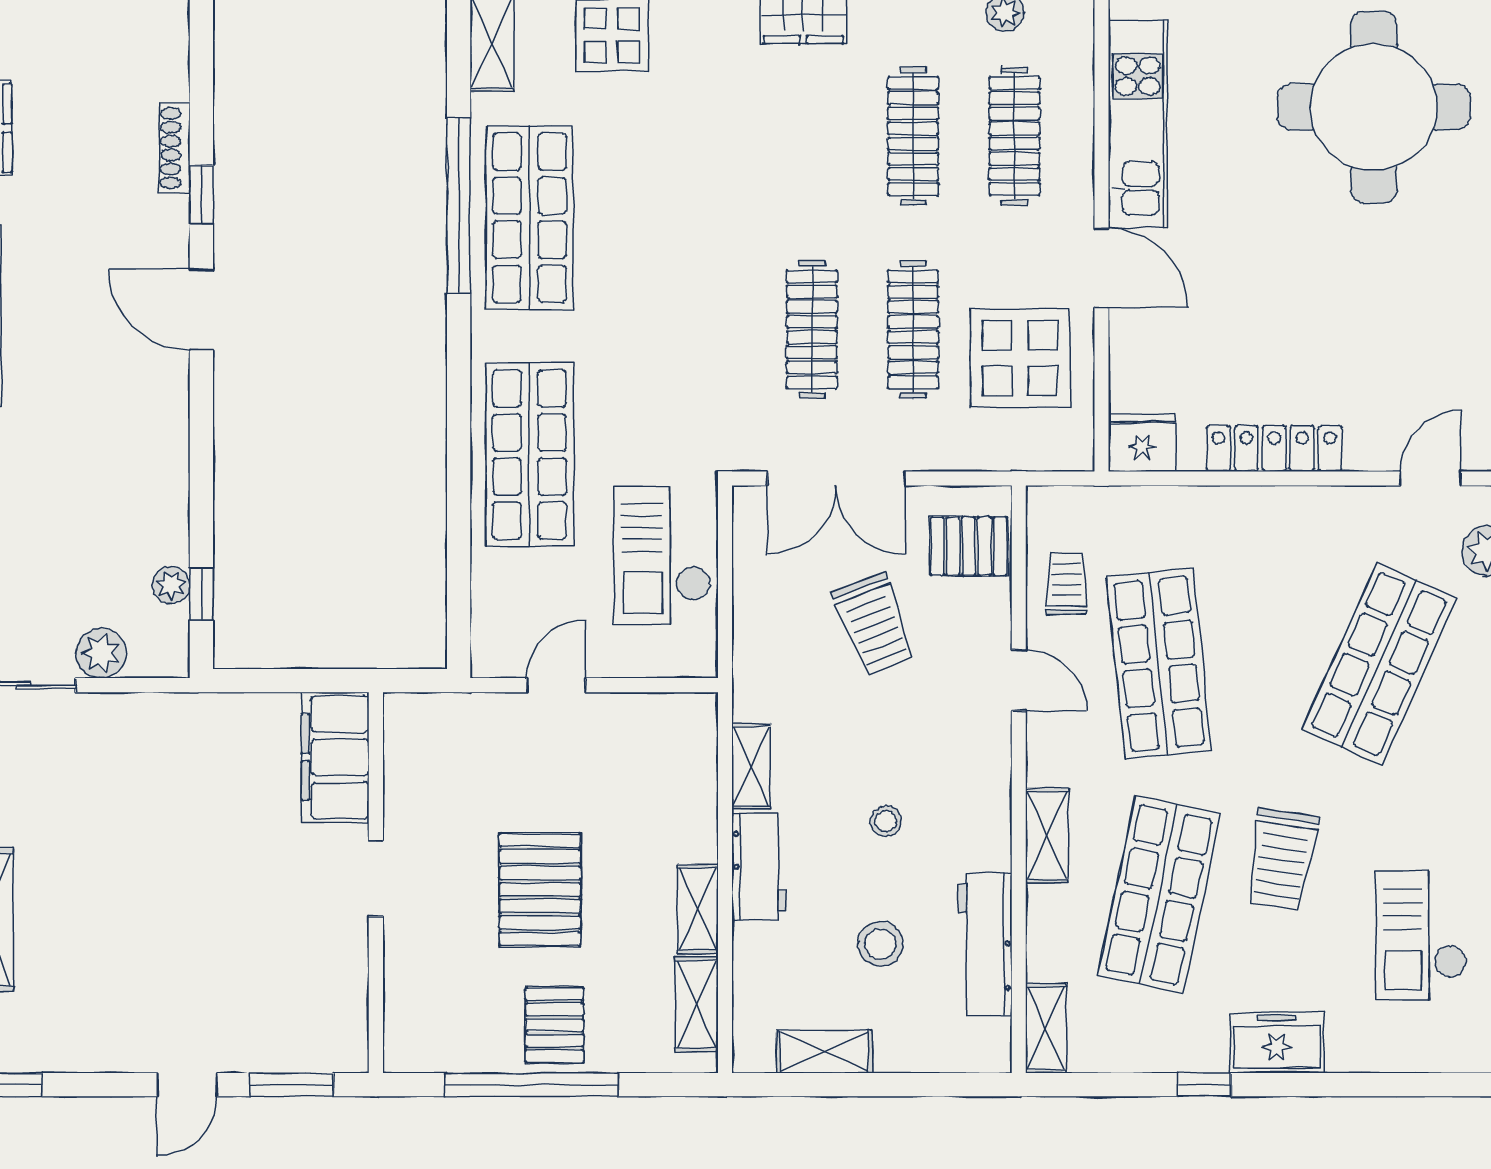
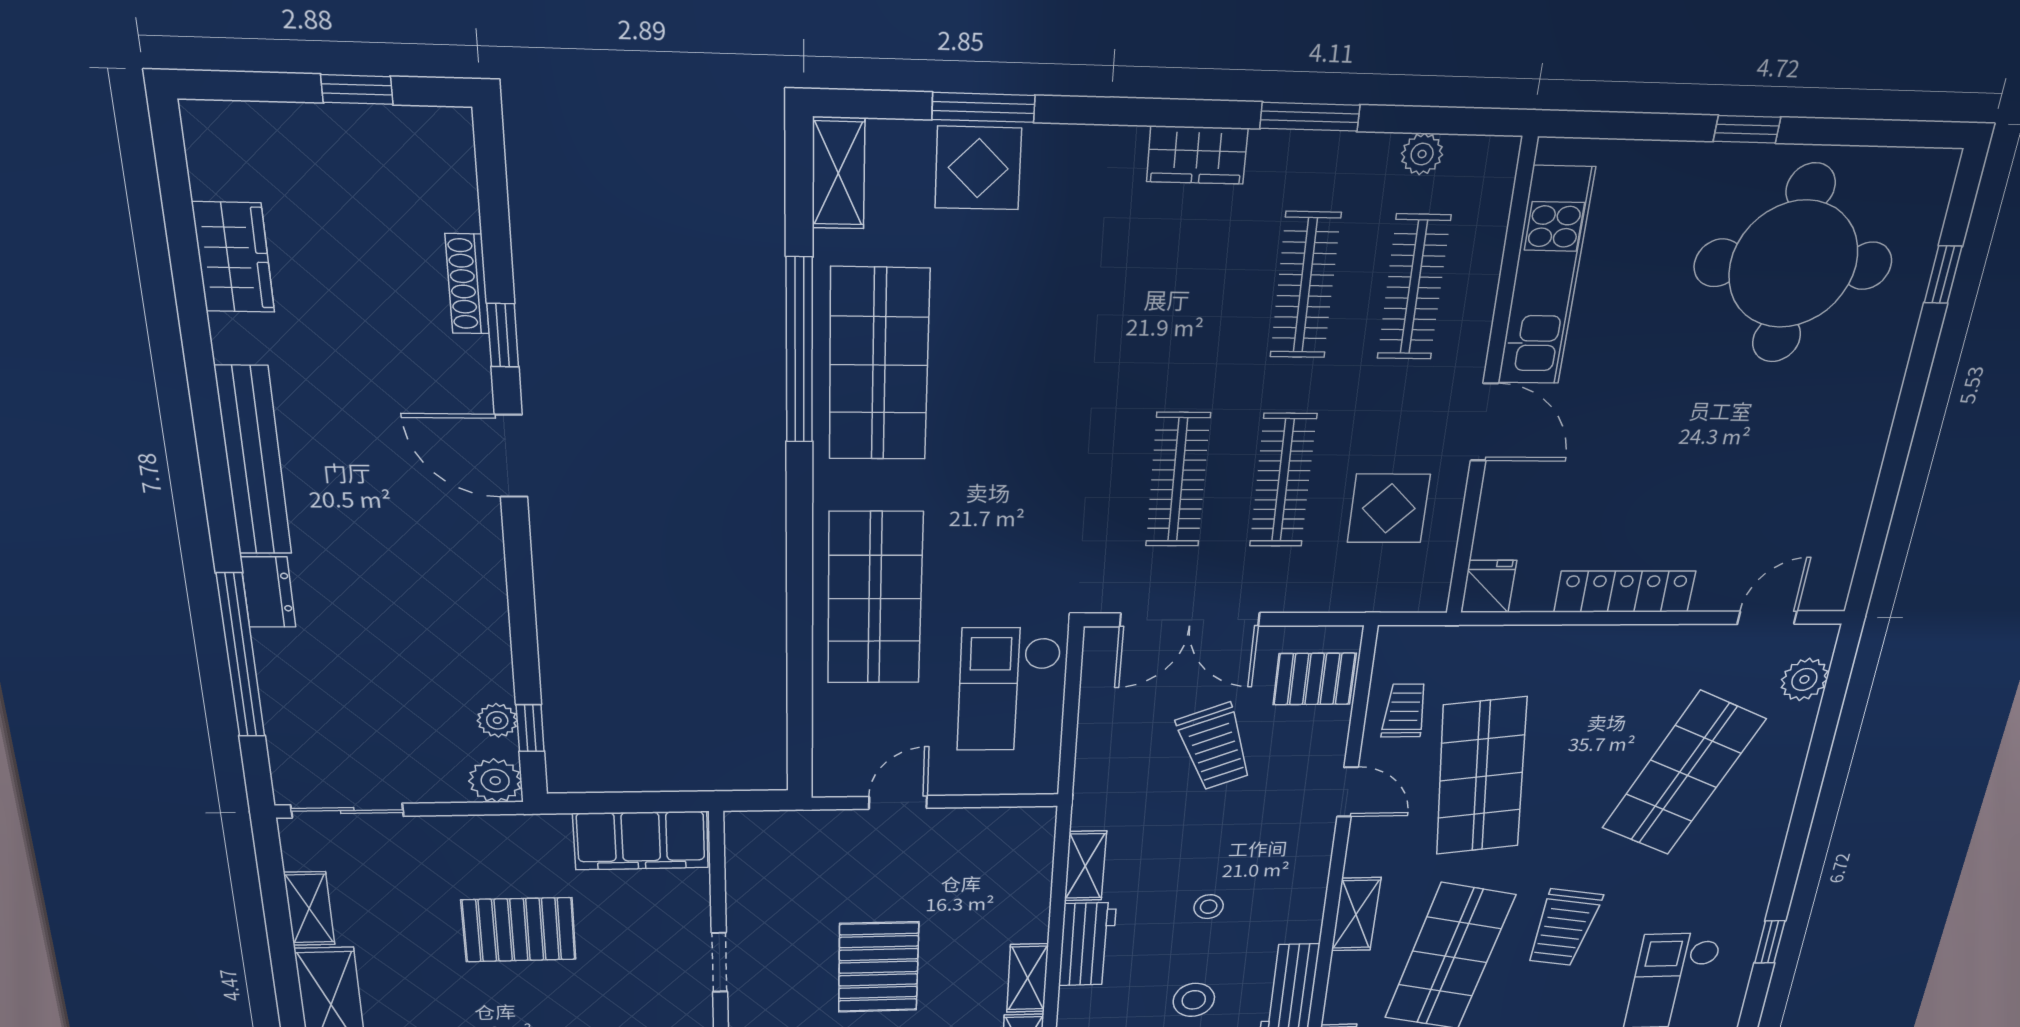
display table: (1020, 358) -> (1389, 508), width x0.73, depth x0.73
fridge: (1142, 443) -> (1489, 586), width x0.72
plant: (101, 653) -> (495, 781), moved
filing cabinet: (335, 757) -> (641, 841), moved, turned -90
pallet: (176, 831) -> (519, 930), added

